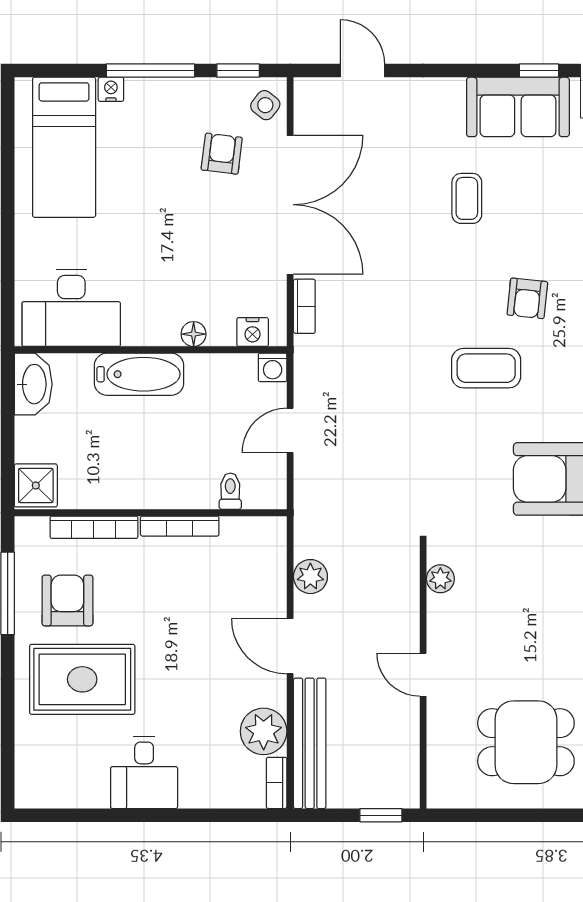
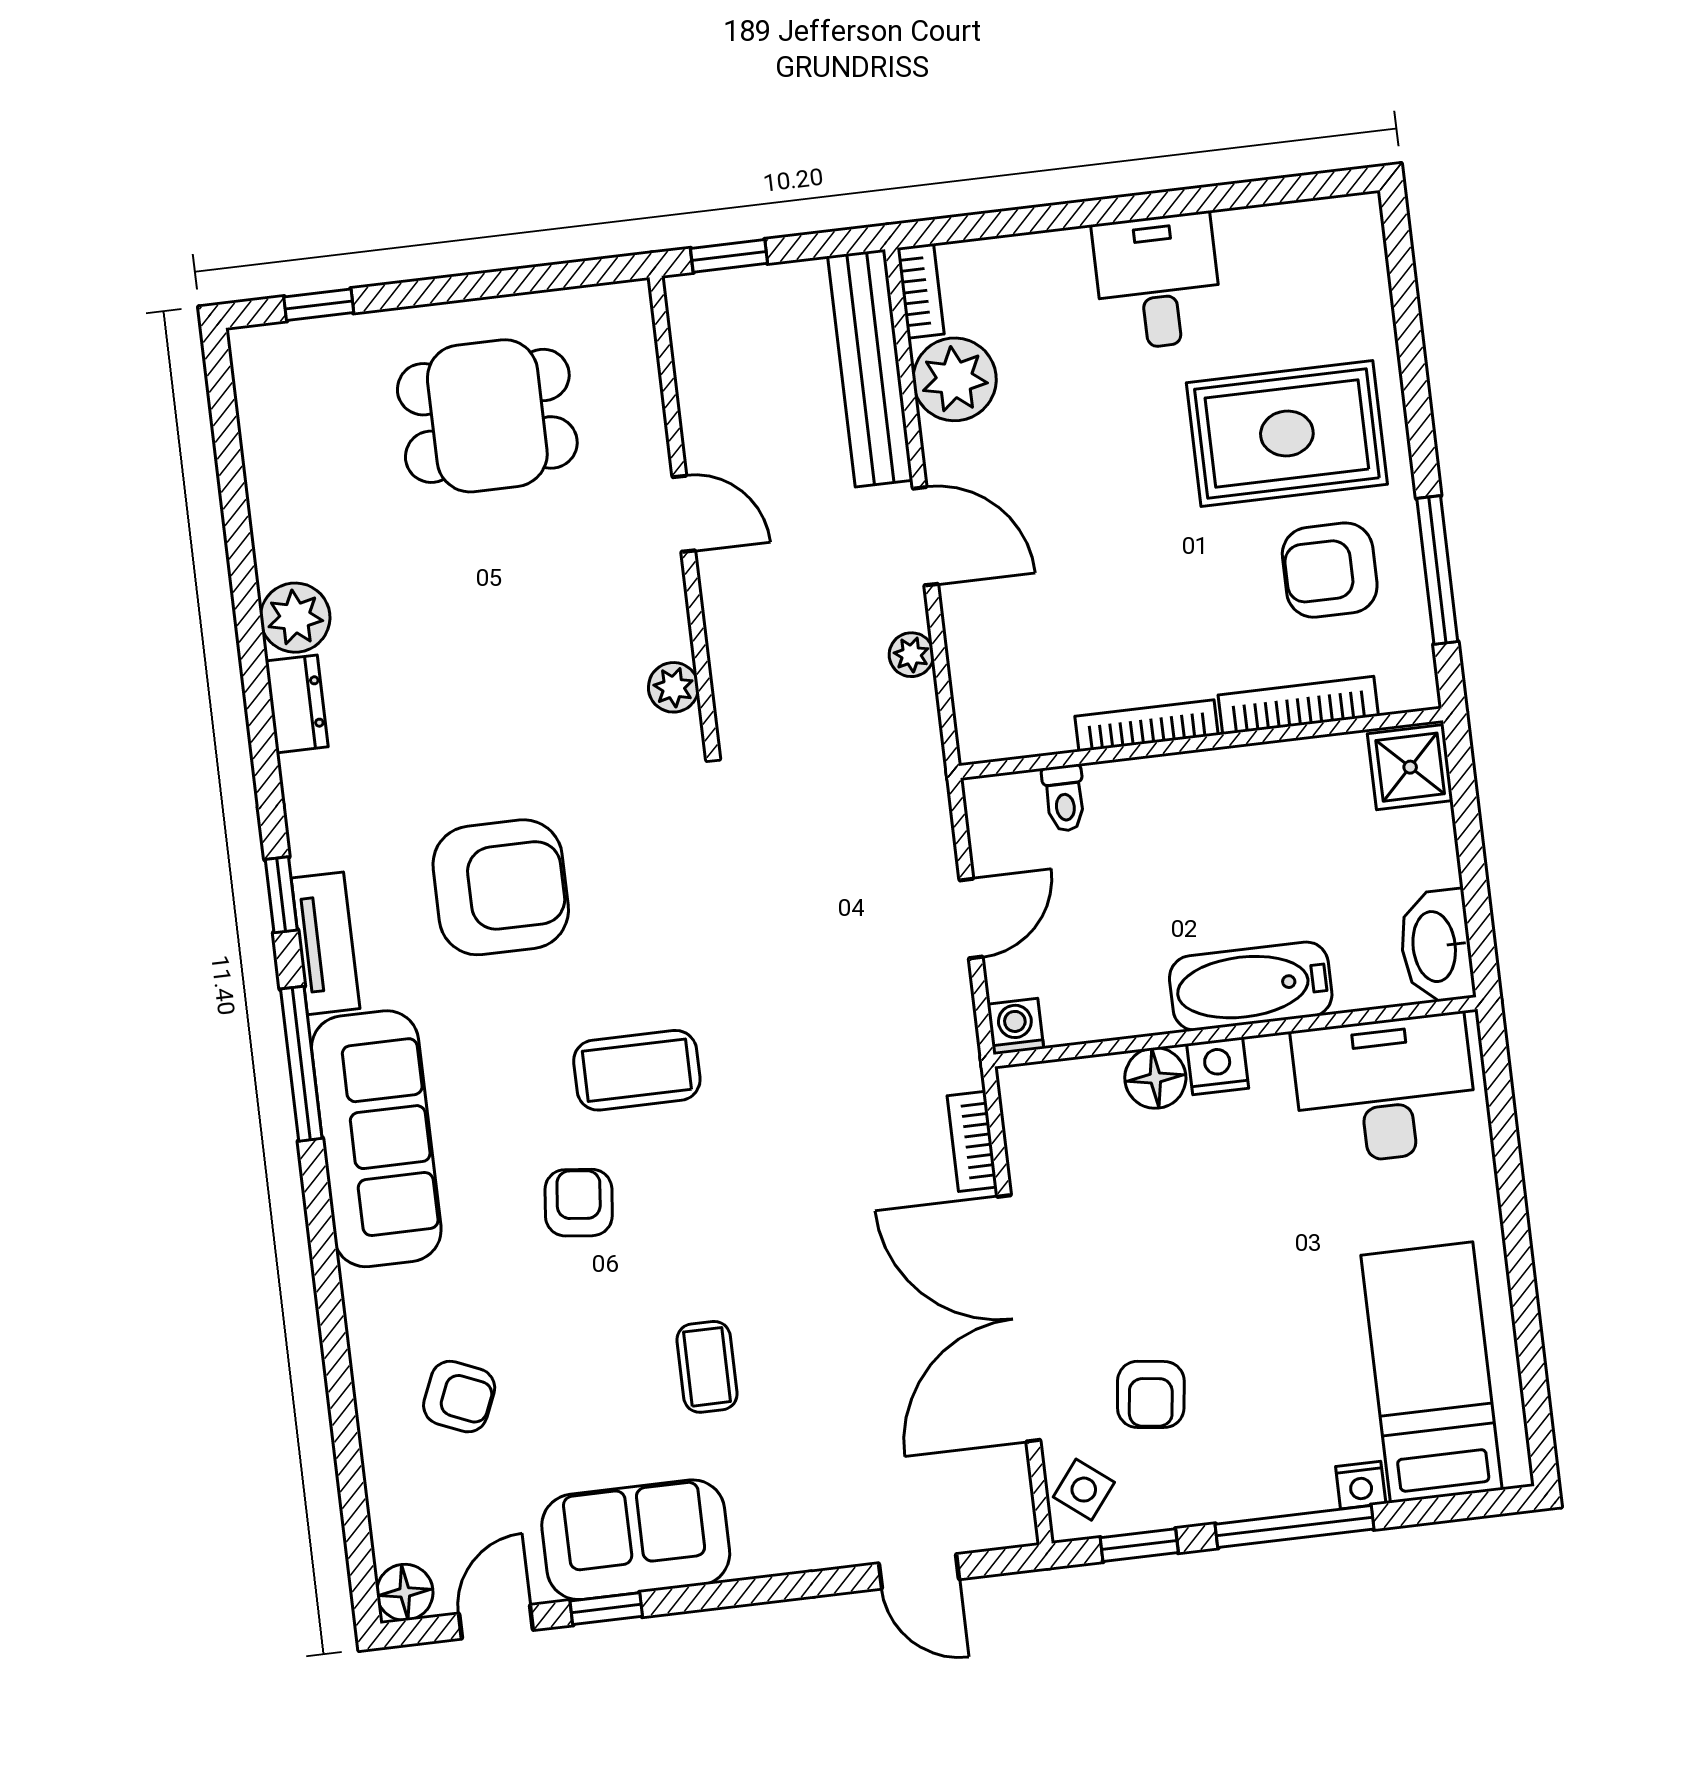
nightstand: (253, 332) -> (1218, 1066), moved
floor lamp: (194, 334) -> (1155, 1078), width x1.37, depth x1.37
plant: (310, 577) -> (911, 655), width x0.73, depth x0.73
armchair: (67, 600) -> (1330, 570), turned 90

